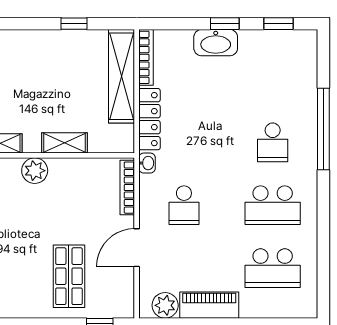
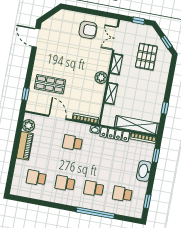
window: (225, 24) -> (156, 155), moved
school desk: (273, 79) -> (122, 194), added
school desk: (273, 205) -> (65, 183), width x0.54
school desk: (273, 268) -> (36, 178), width x0.54

